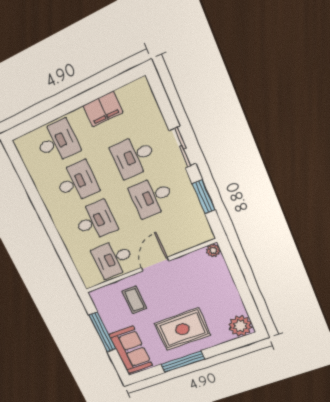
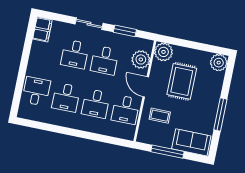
filing cabinet: (103, 109) -> (42, 29), moved
desk: (77, 182) -> (66, 97), turned 180
desk: (95, 221) -> (96, 104), turned 180
plant: (183, 238) -> (141, 59), added
plant: (213, 250) -> (163, 52), width x1.87, depth x1.87
rug: (182, 329) -> (182, 81), moved

